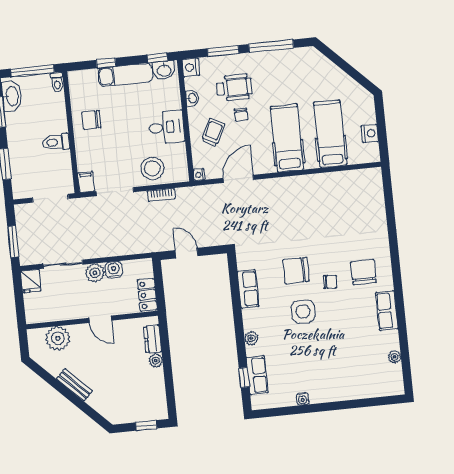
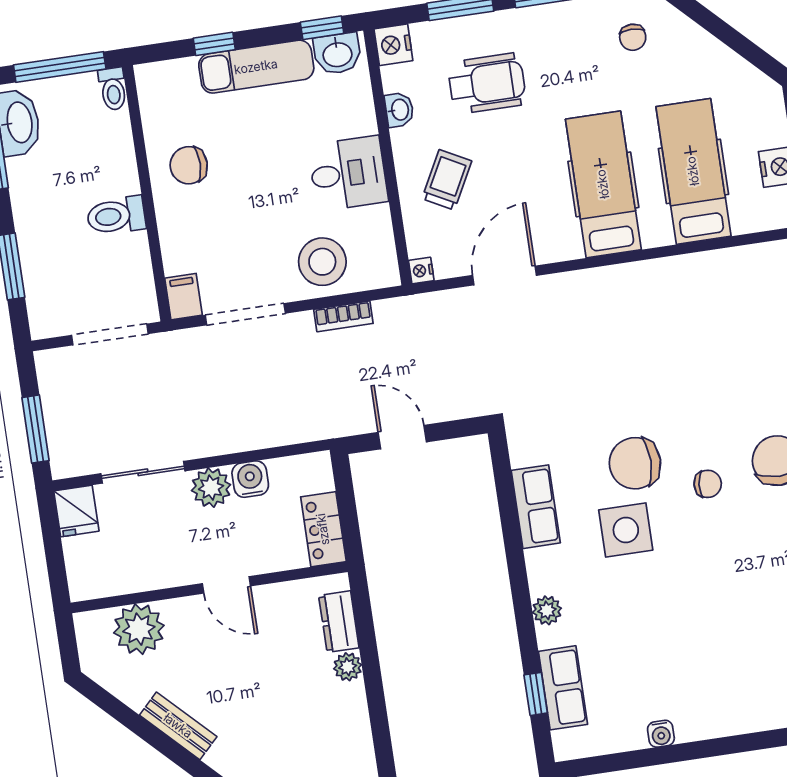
chair: (241, 115) -> (633, 37), moved
side table: (303, 311) -> (626, 530), moved

